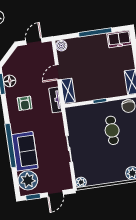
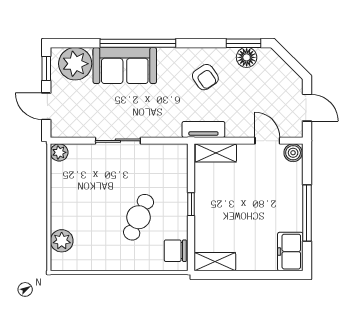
door: (58, 72) -> (267, 141), moved
armchair: (25, 103) -> (205, 77), turned -124
cafe table: (112, 130) -> (139, 217), turned -66

